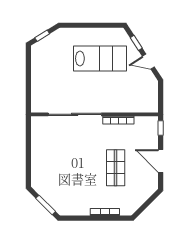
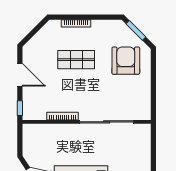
shop shelf: (116, 168) -> (76, 60), moved, turned 90
armchair: (56, 175) -> (126, 61), added

